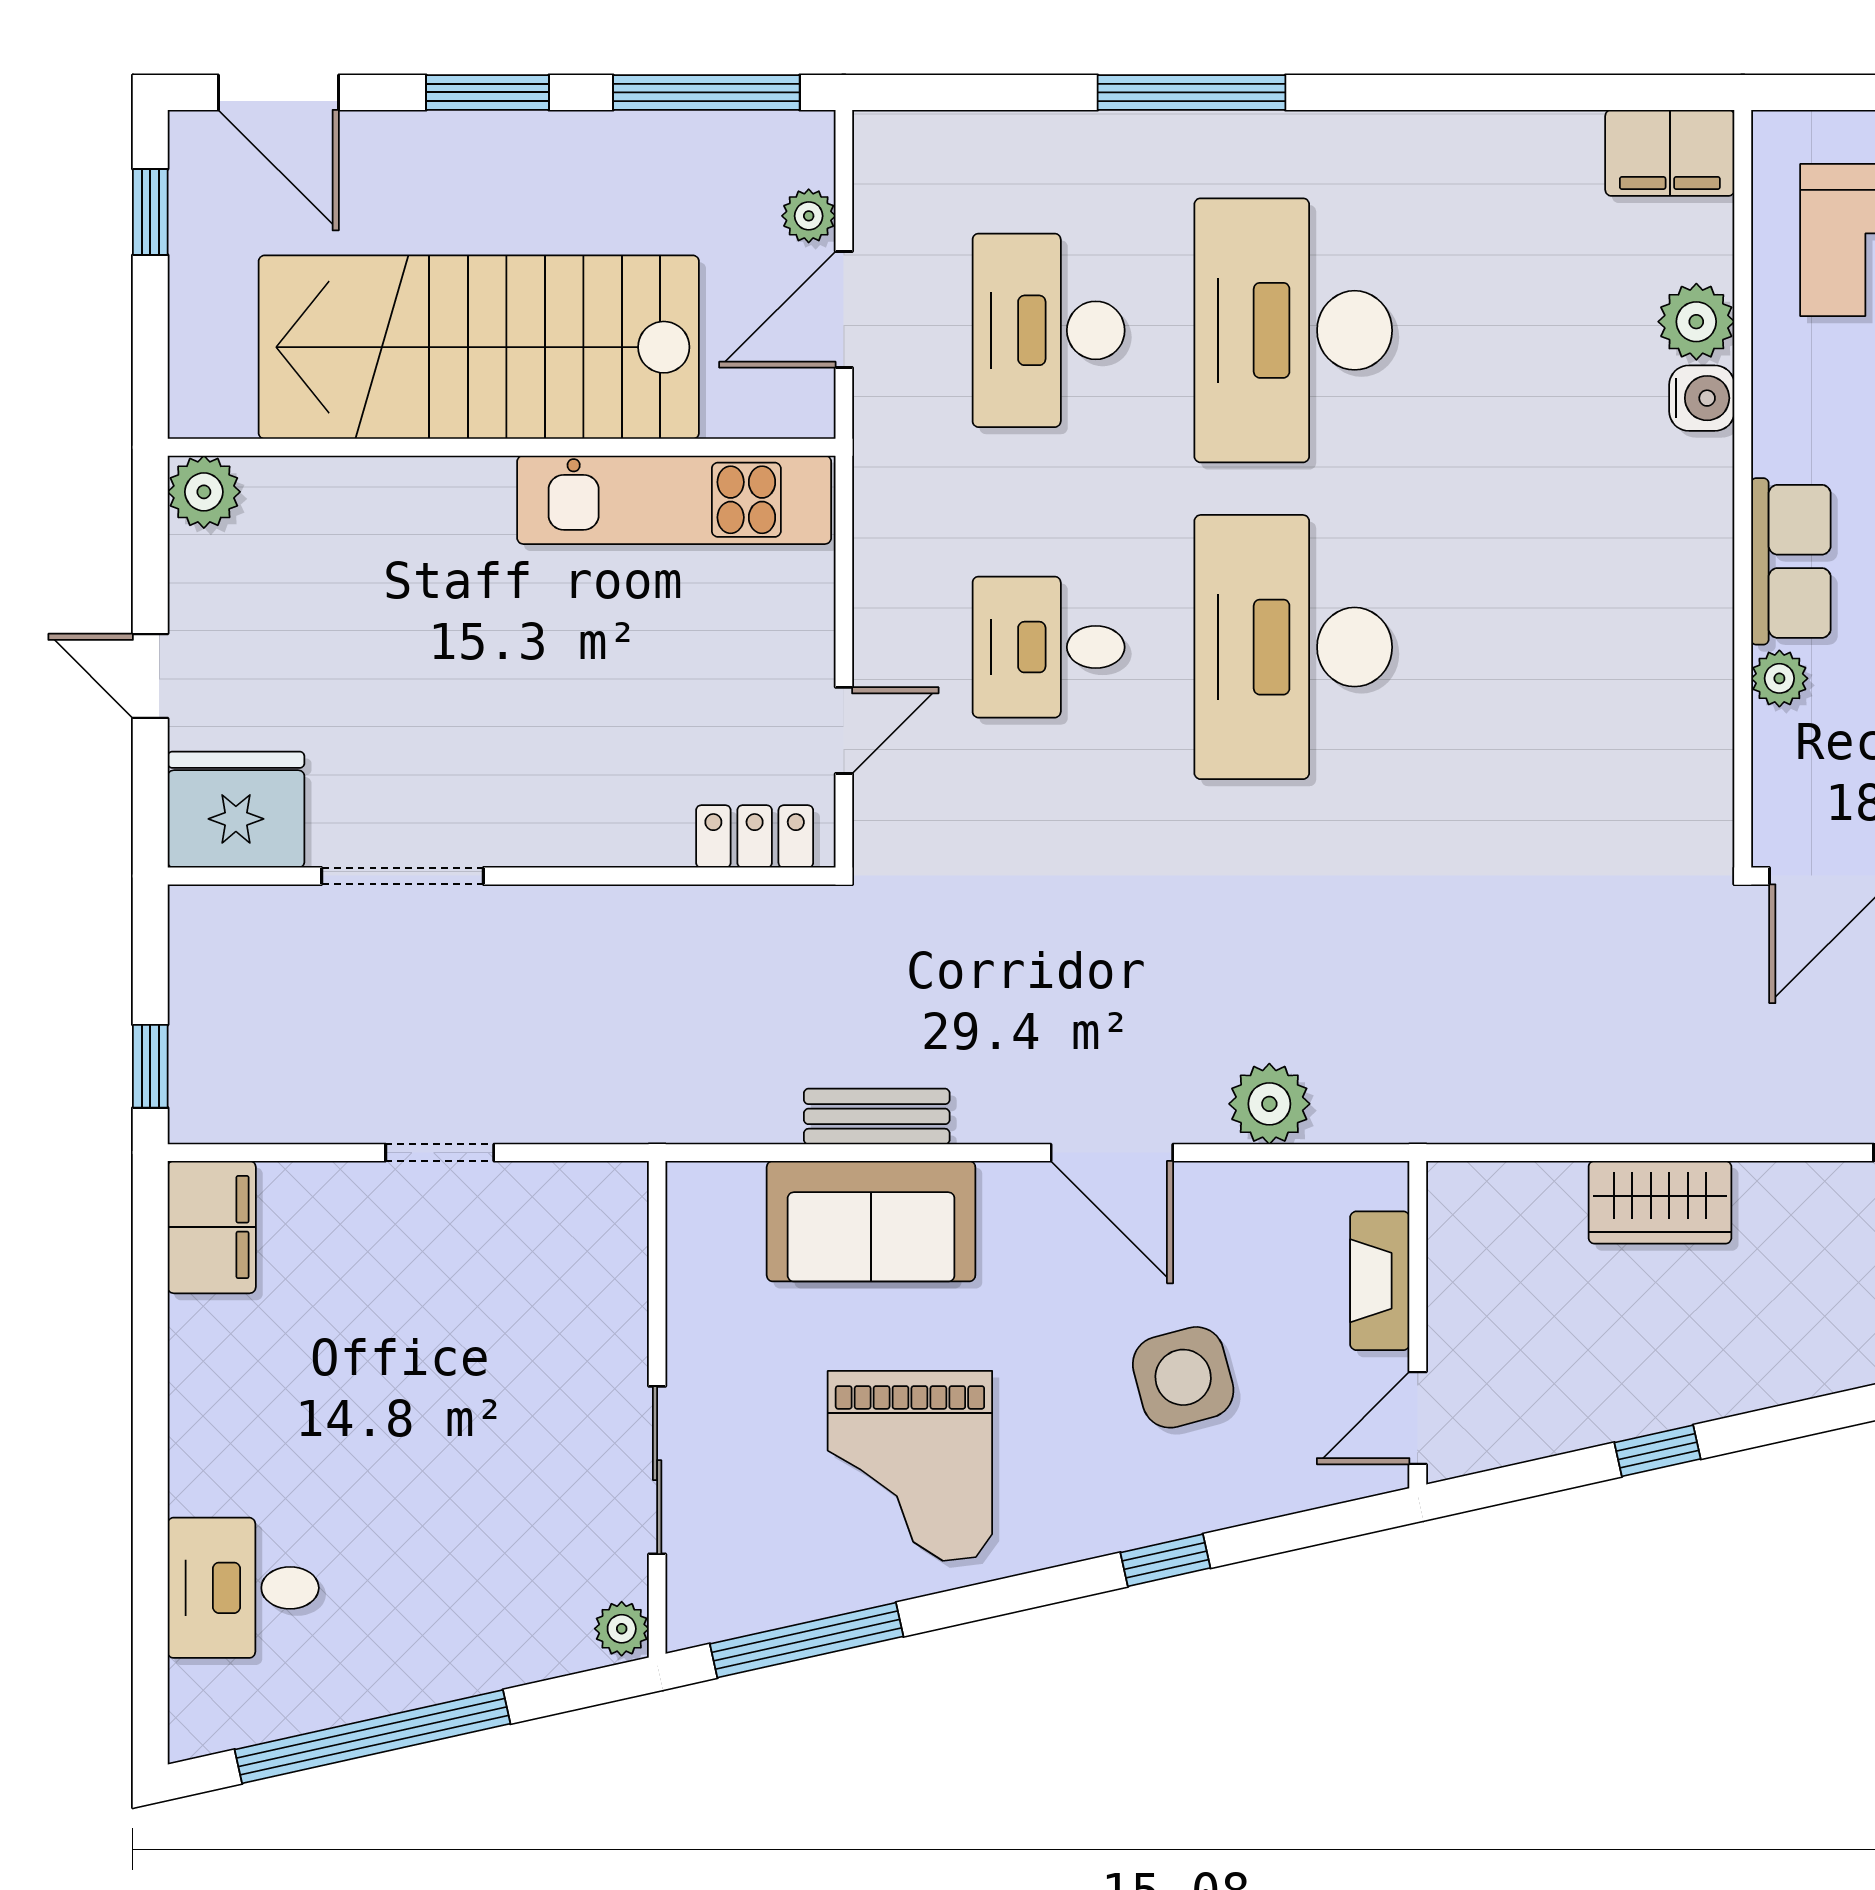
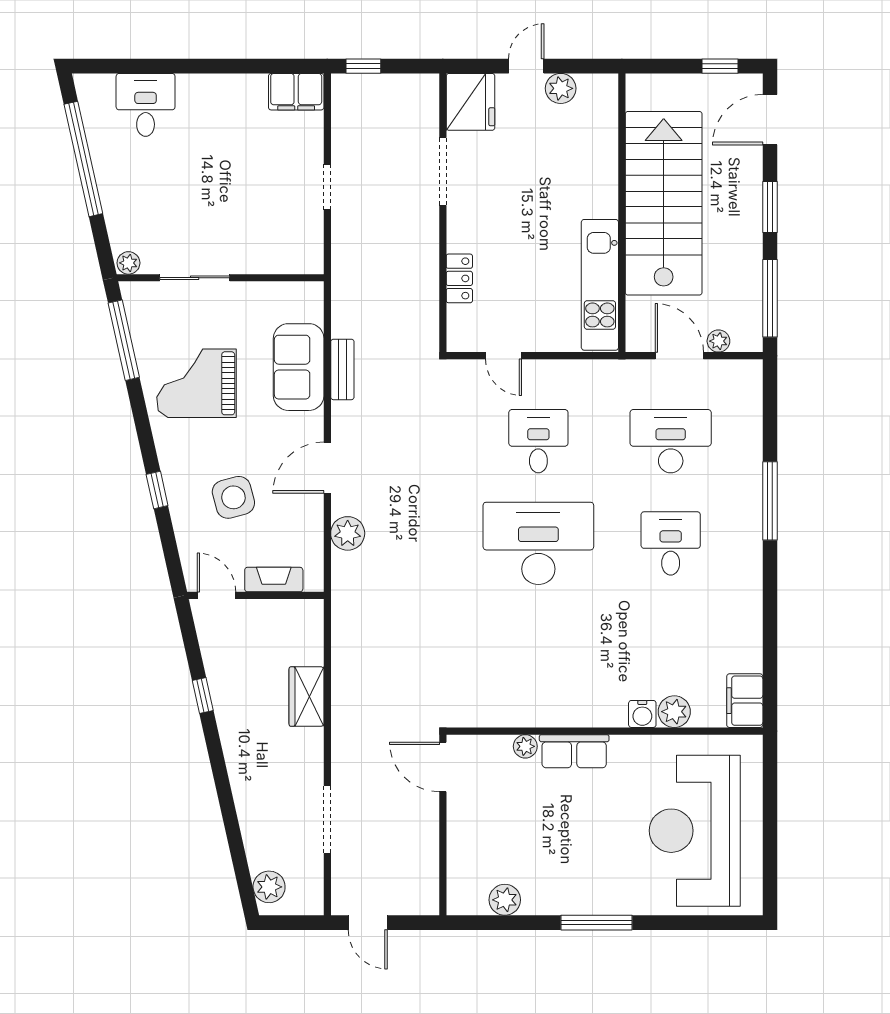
desk: (1293, 330) -> (671, 543), width x0.53, depth x0.77
plant: (204, 492) -> (561, 88), moved
locker: (755, 836) -> (459, 278), moved

